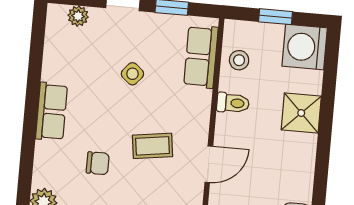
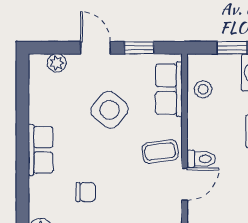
side table: (132, 74) -> (110, 110), width x1.87, depth x1.87
toilet: (233, 103) -> (201, 159), moved
coffee table: (153, 146) -> (160, 152), moved

